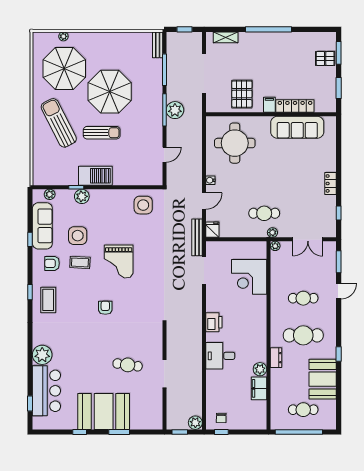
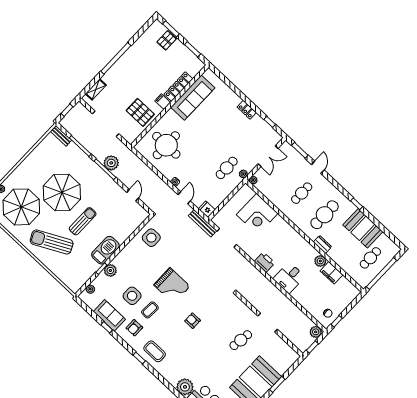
sofa: (42, 226) -> (109, 315), width x0.73

